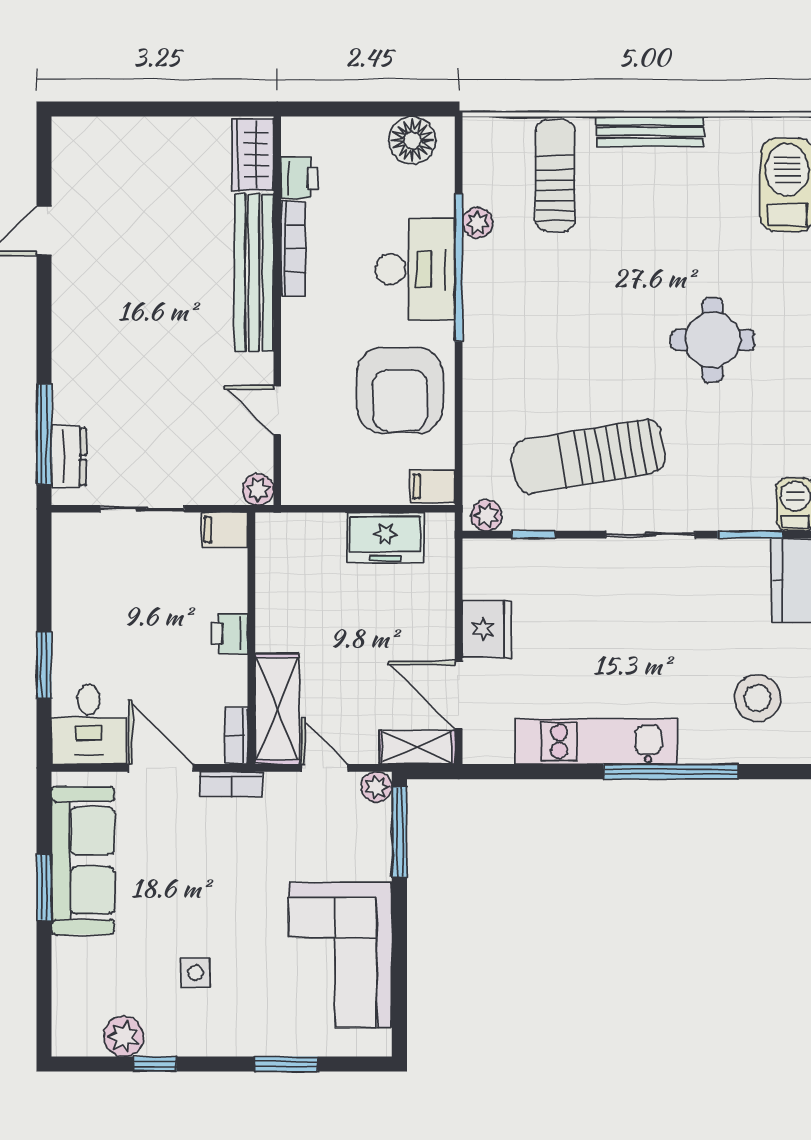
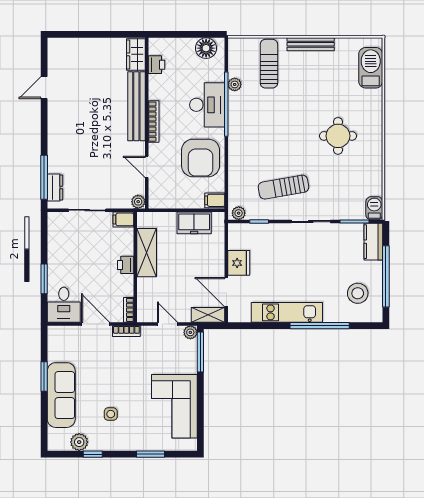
bookcase: (293, 249) -> (154, 122), moved
sun lounger: (589, 456) -> (283, 187), width x0.73, depth x0.75
shelving: (277, 709) -> (147, 253), moved
sofa: (83, 861) -> (61, 395), moved

